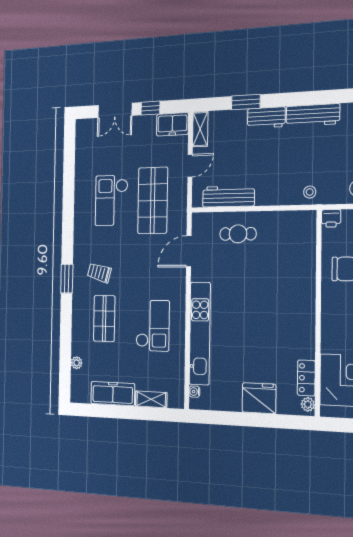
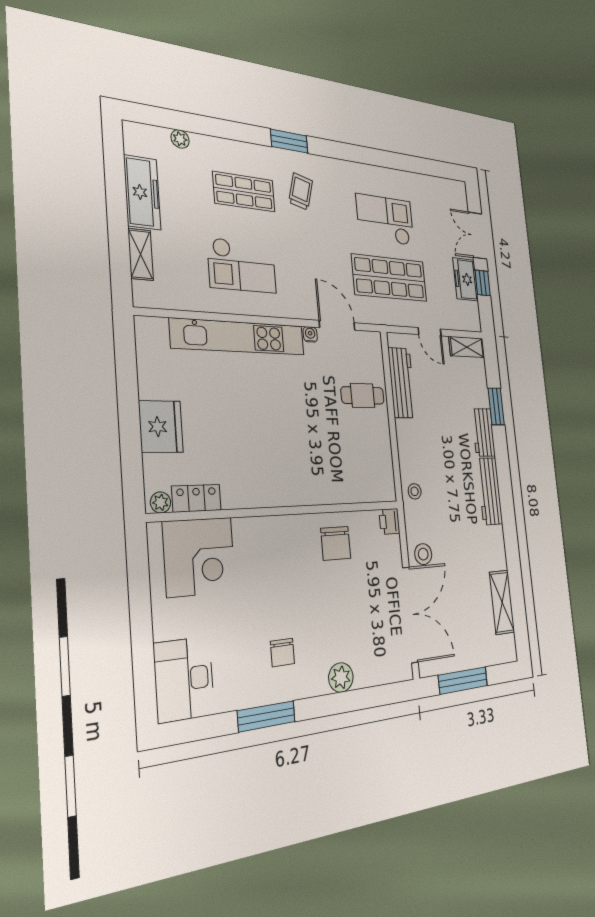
freezer: (172, 124) -> (466, 279), moved
cafe table: (238, 234) -> (363, 395), turned 90
water cooler: (194, 392) -> (310, 334), moved

